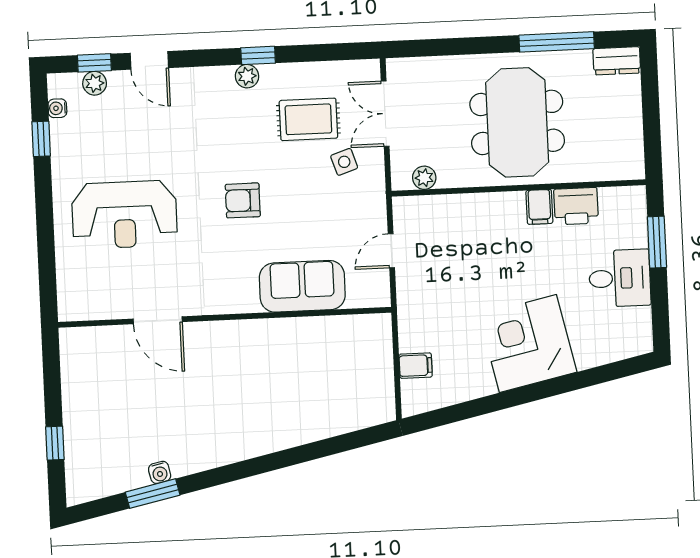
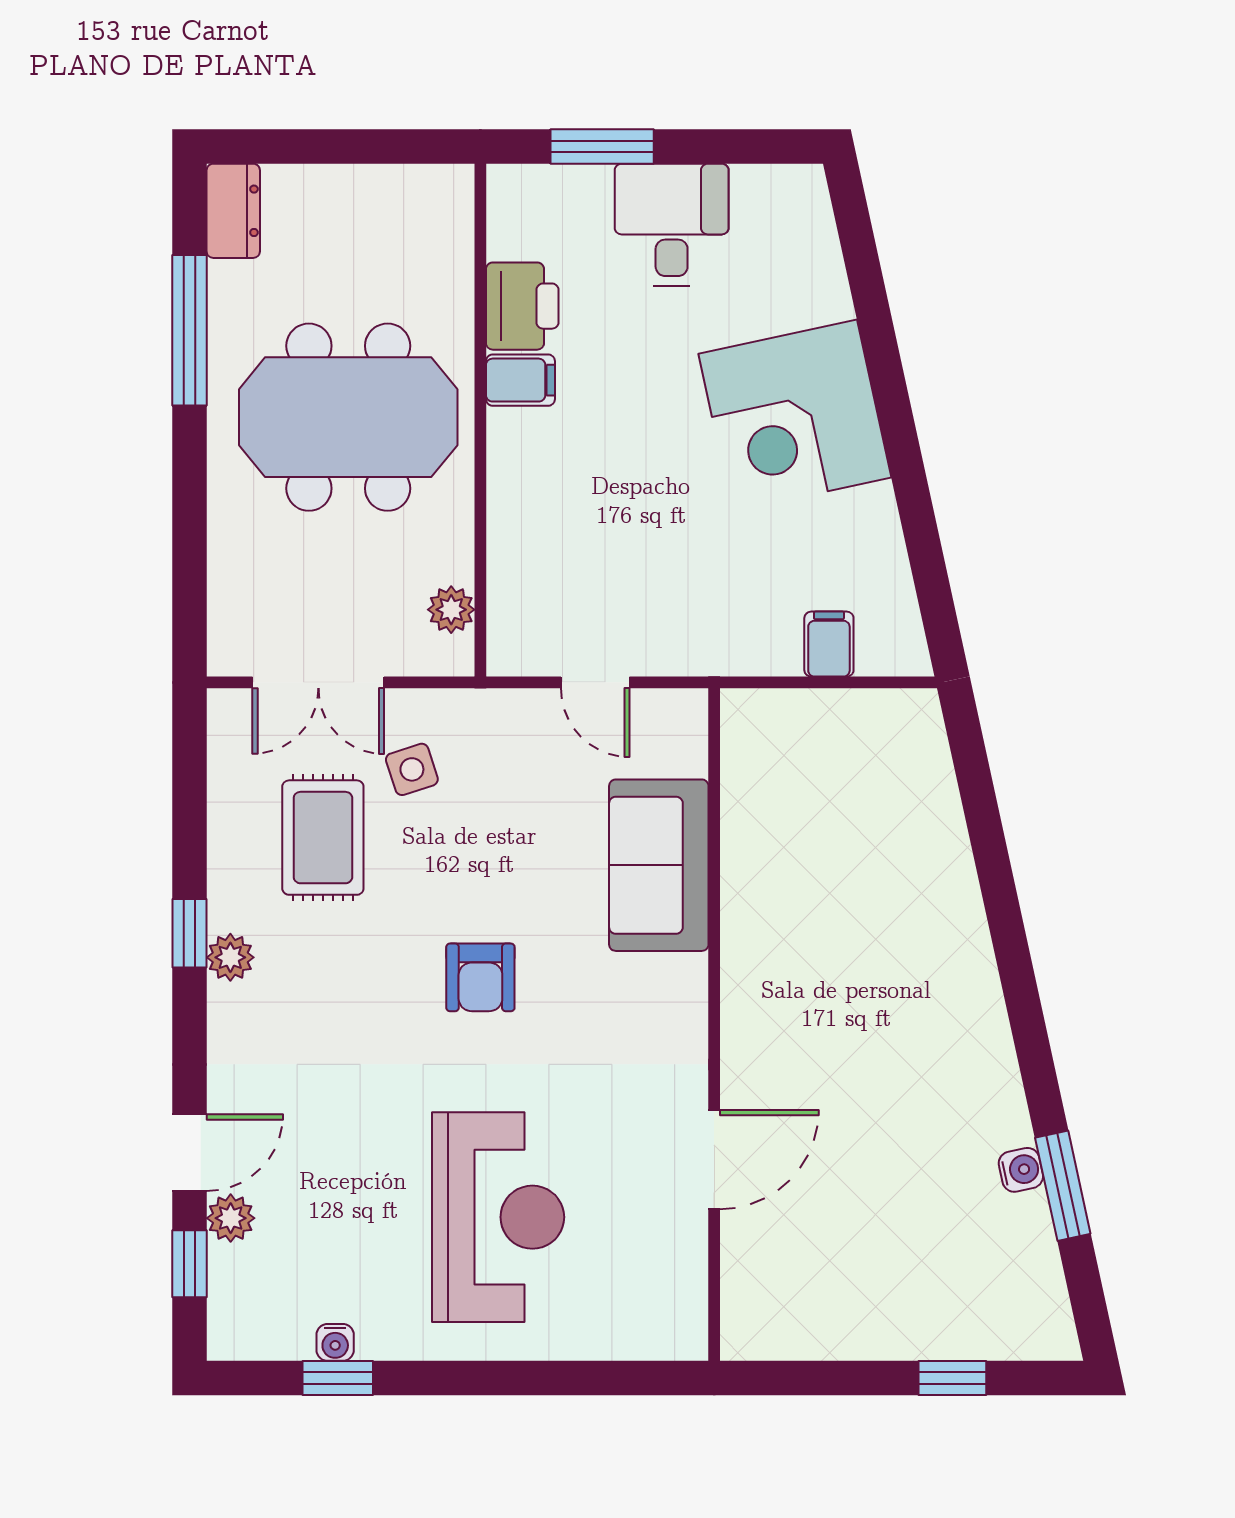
plant: (95, 83) -> (231, 1218), moved
water cooler: (57, 108) -> (335, 1342), moved

